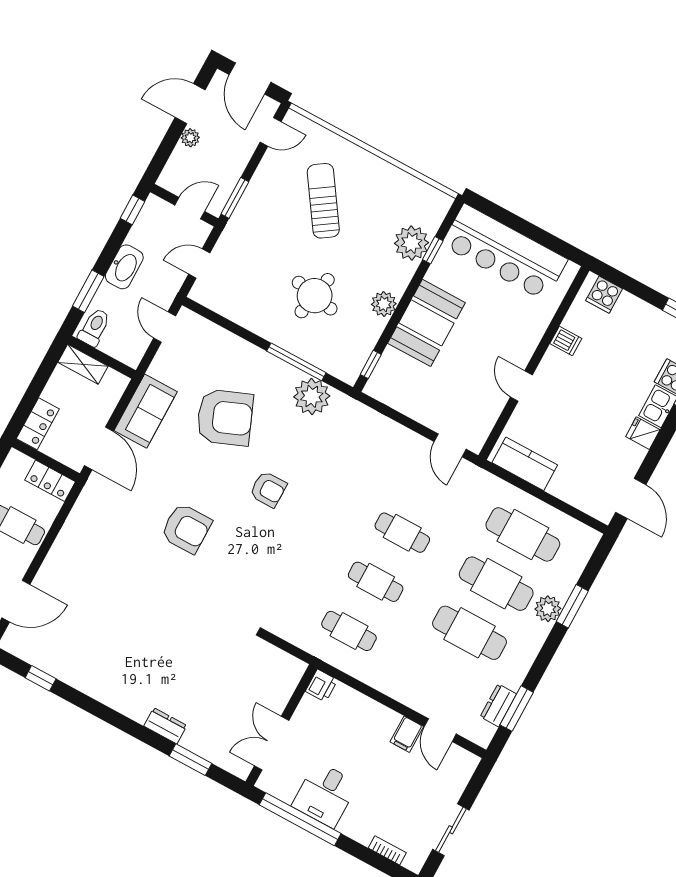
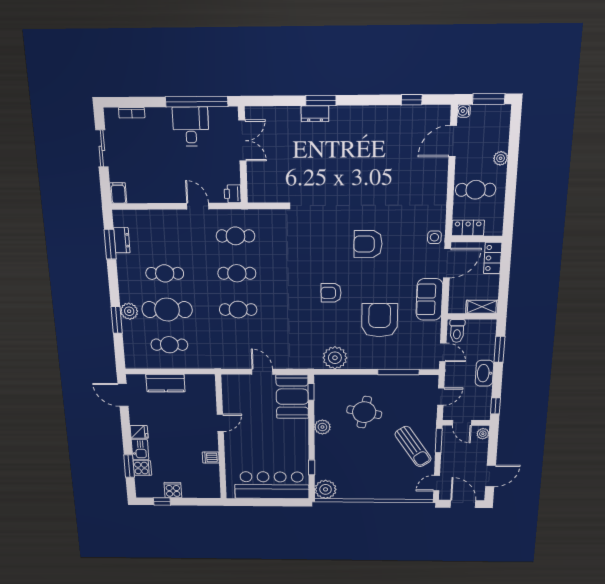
plant: (190, 138) -> (483, 434), moved
sun lounger: (323, 201) -> (413, 447), moved
door: (190, 208) -> (462, 423), hinge flipped
plant: (412, 243) -> (326, 489), moved
cooker: (604, 295) -> (173, 490), moved
booth: (426, 323) -> (292, 397), moved
toilet: (94, 327) -> (457, 331), moved
window: (296, 362) -> (398, 372), moved
door: (521, 386) -> (220, 423), hinge flipped
armchair: (225, 417) -> (380, 320), turned 112
door: (450, 445) -> (262, 372), moved
door: (99, 448) -> (447, 263), swing flipped
kitchen counter: (525, 464) -> (166, 383), moved
side table: (98, 491) -> (434, 237), added
cafe table: (523, 534) -> (169, 345), width x0.73, depth x0.74
cafe table: (469, 633) -> (165, 273), width x0.73, depth x0.74
door: (440, 730) -> (198, 206), moved
filing cabinet: (407, 734) -> (118, 193), moved
window: (191, 760) -> (321, 100), moved

